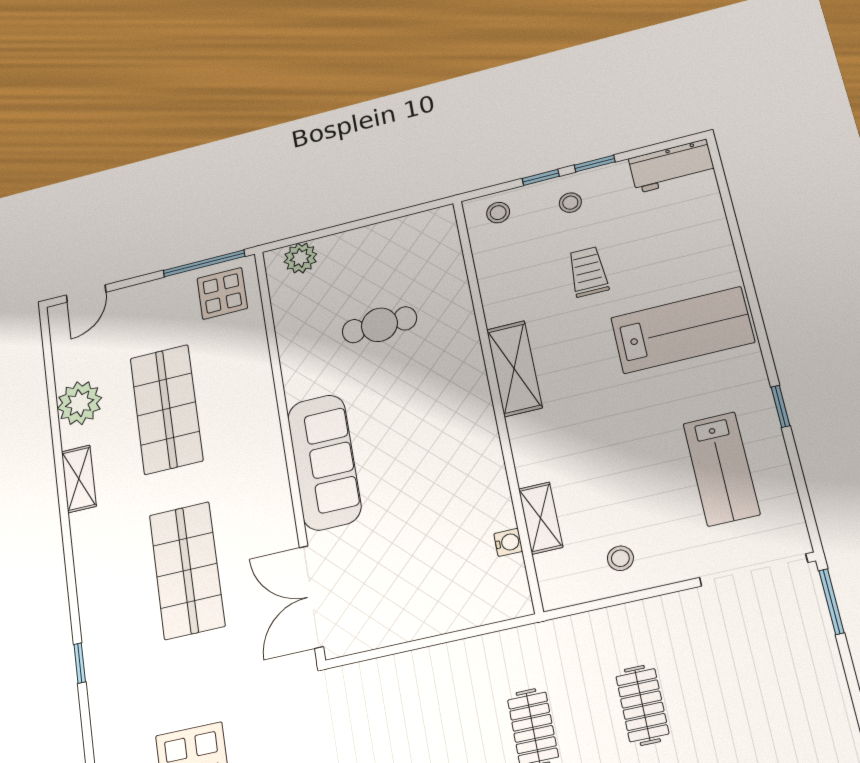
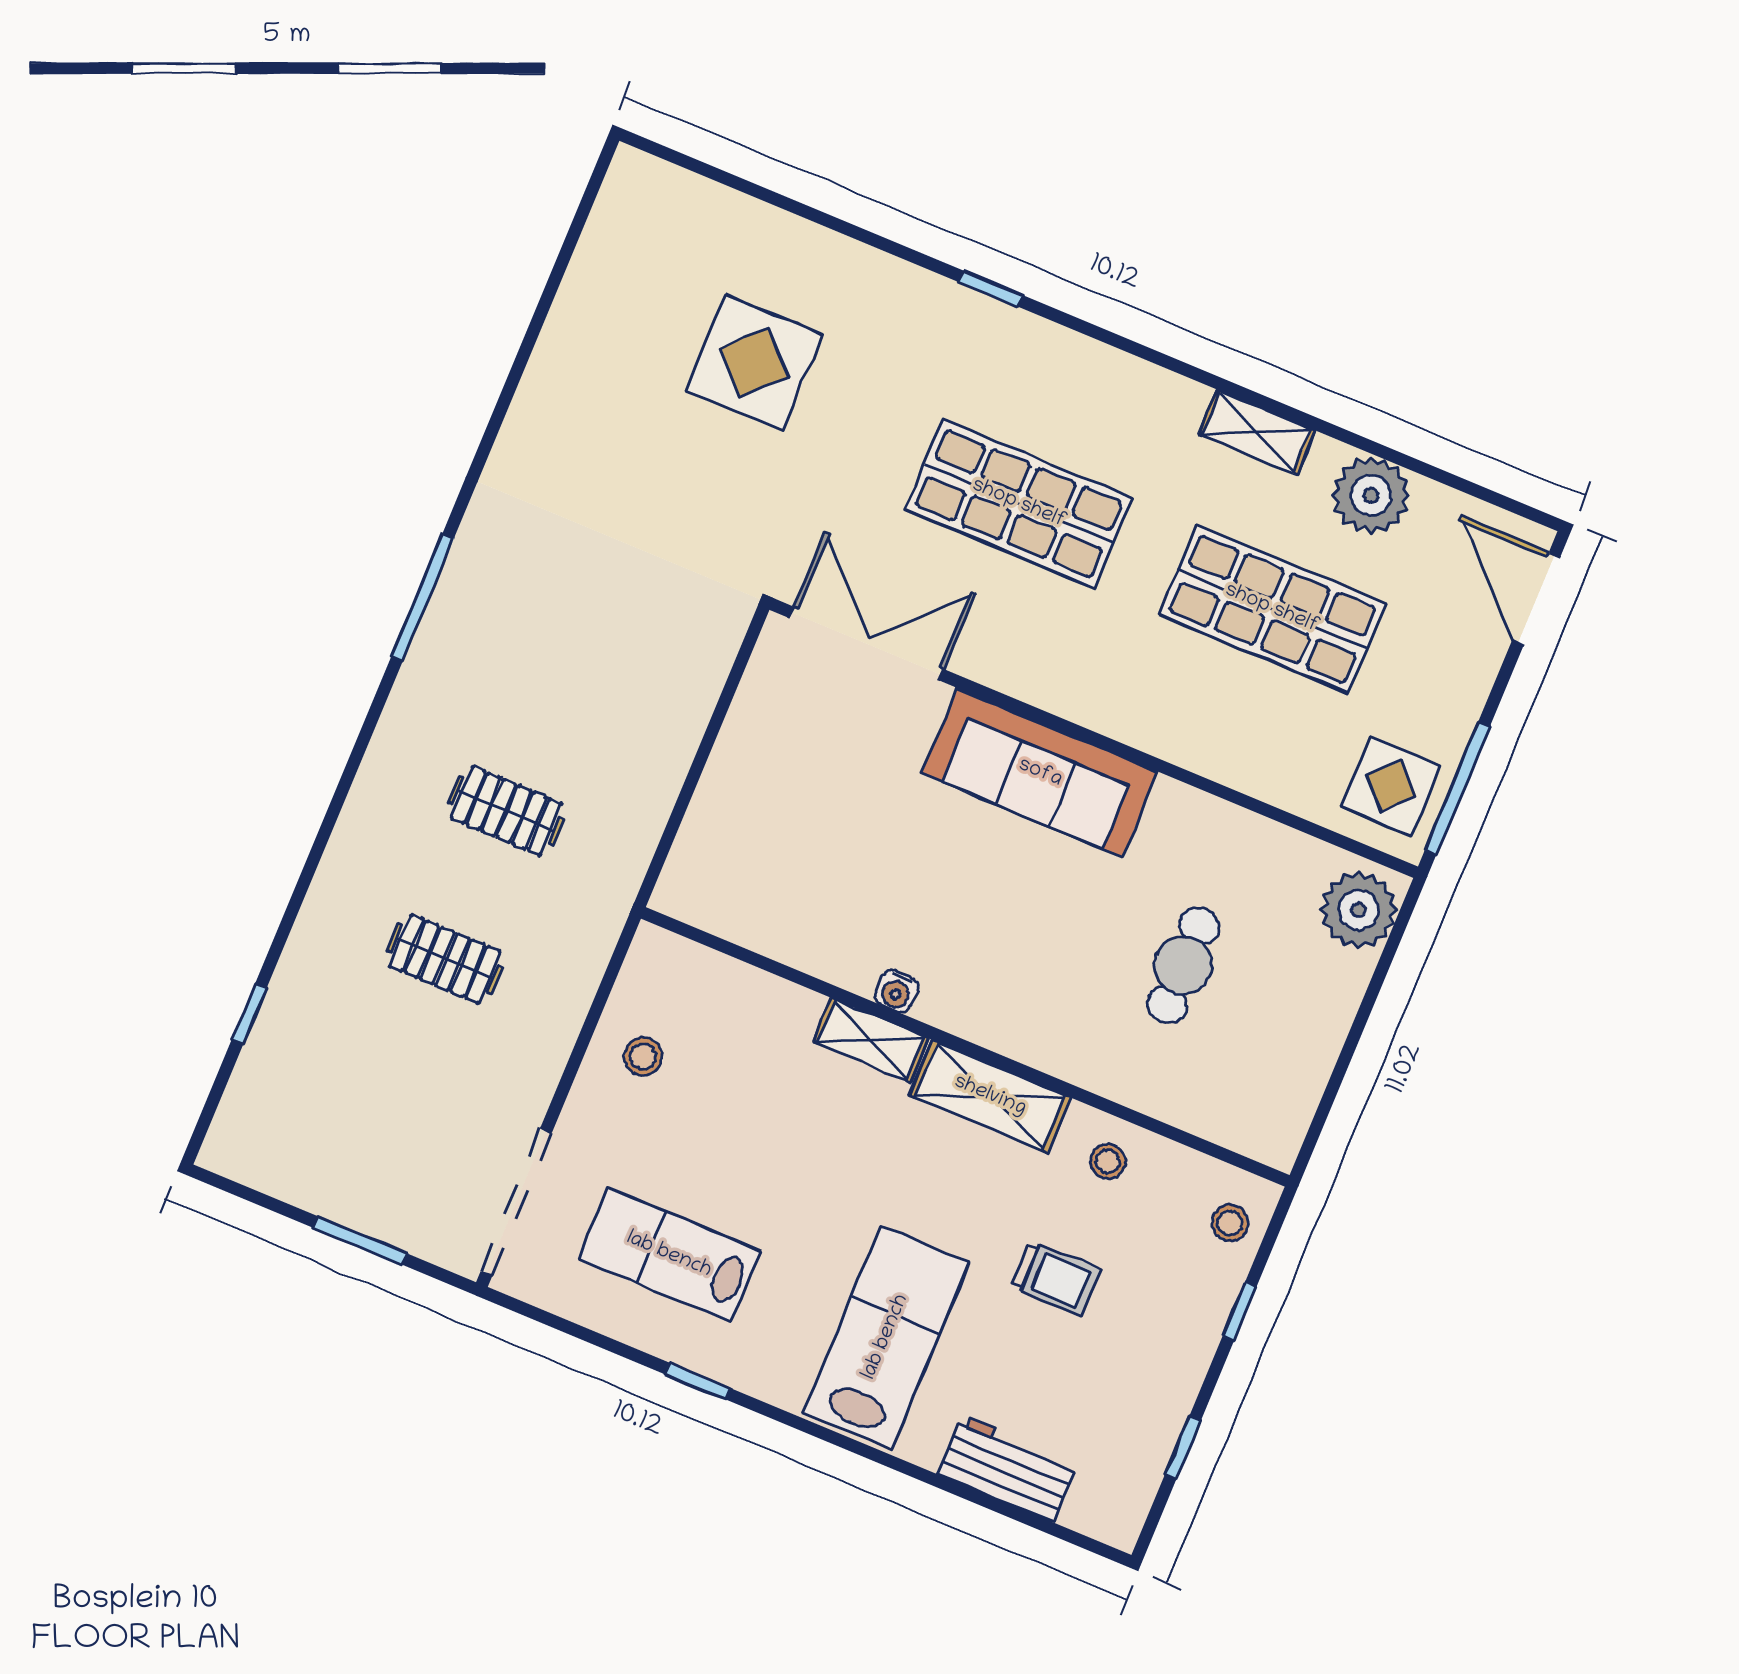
window: (595, 164) -> (1183, 1447), moved
workbench: (672, 166) -> (1007, 1468), moved, turned 90
stool: (570, 203) -> (1108, 1161), moved
plant: (300, 258) -> (1359, 910), width x1.36, depth x1.36
door: (86, 294) -> (1536, 599), width x1.38
lab bench: (682, 330) -> (886, 1337), turned 180
shelving: (541, 518) -> (871, 1040), moved
water cooler: (508, 542) -> (896, 991), moved
window: (831, 602) -> (360, 1241), moved

